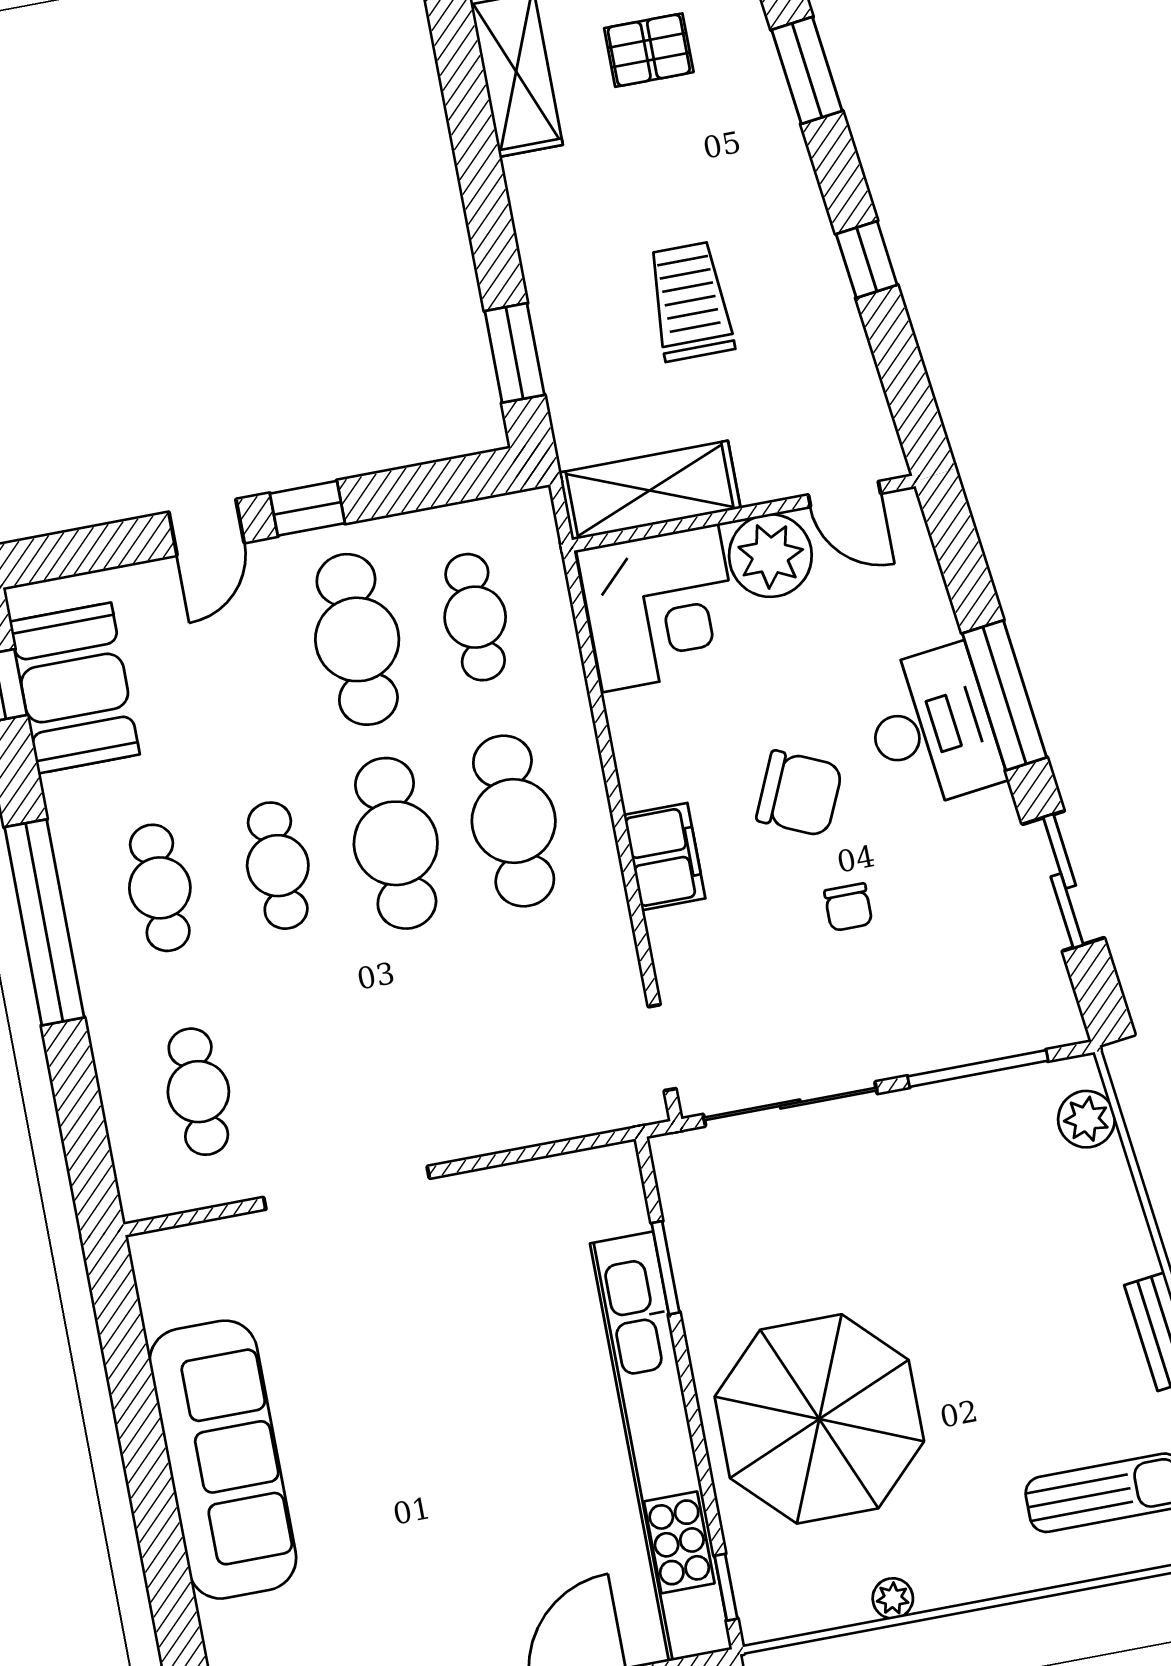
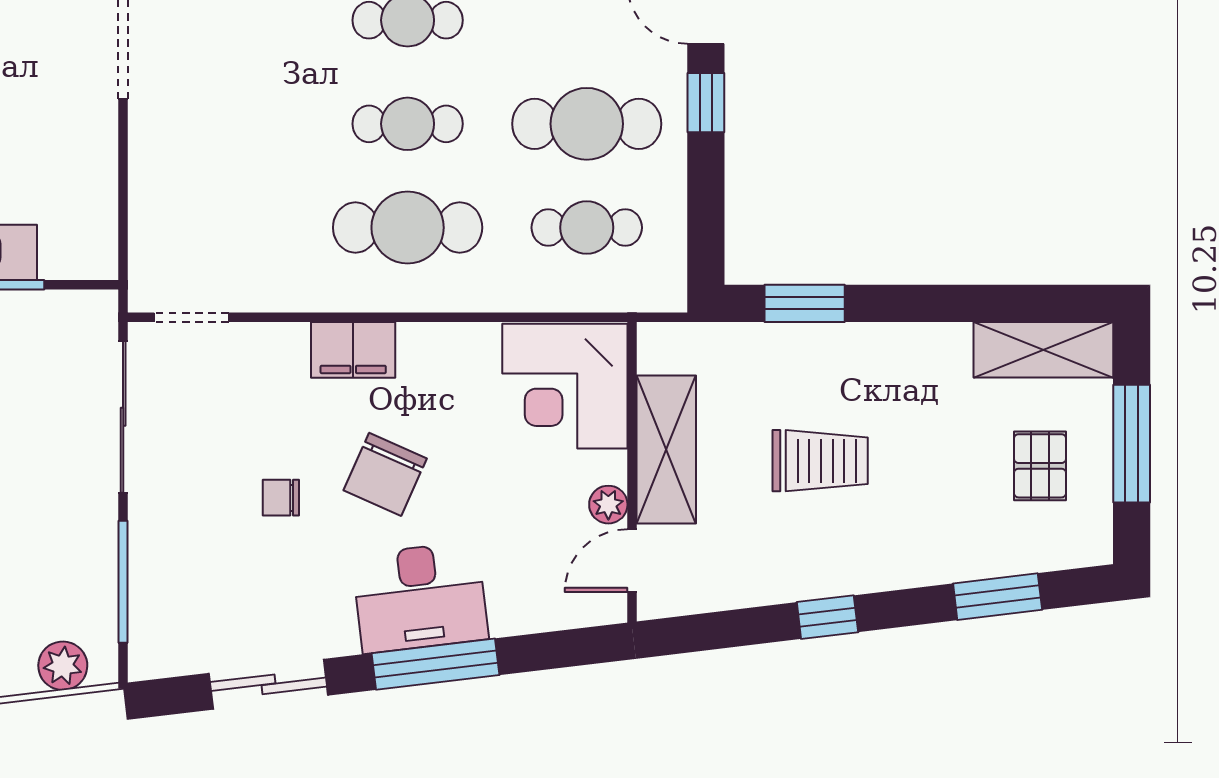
shelving: (650, 490) -> (666, 450), moved
plant: (770, 556) -> (608, 505), width x0.53, depth x0.53
cafe table: (396, 843) -> (408, 124), width x0.73, depth x0.74

